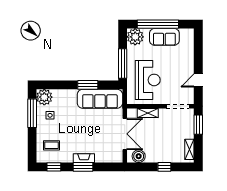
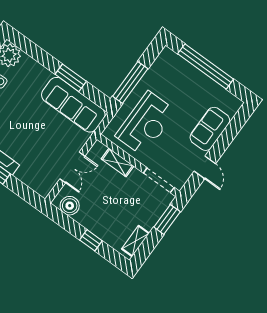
plant: (135, 37) -> (168, 62), removed
sofa: (164, 37) -> (210, 129), moved, turned 90
door: (198, 80) -> (205, 167), swing flipped
double door: (125, 134) -> (72, 167), width x0.73

